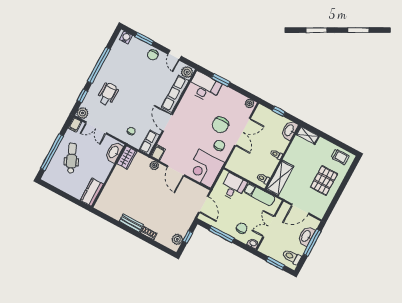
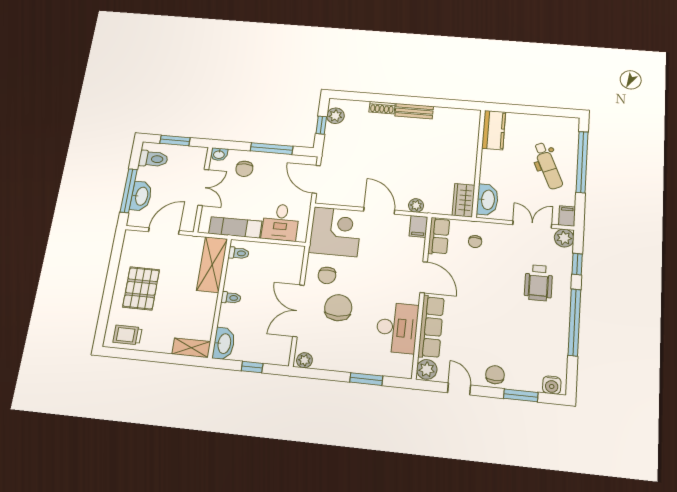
desk: (204, 87) -> (397, 328), moved, turned -90

